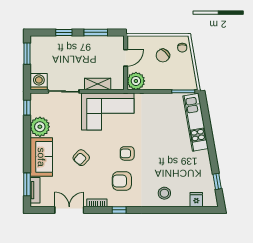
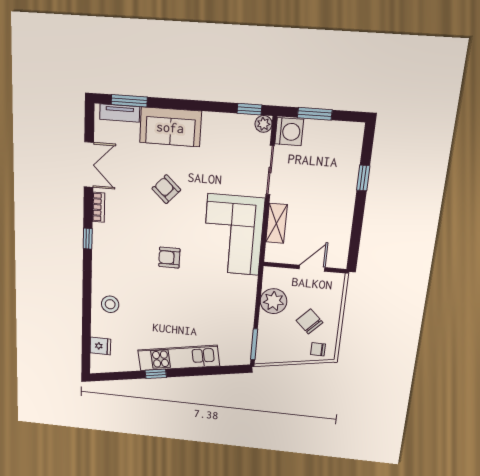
window: (96, 32) -> (357, 227), removed
window: (27, 54) -> (315, 114), moved
door: (126, 58) -> (312, 268), swing flipped
plant: (136, 81) -> (273, 301), moved
kitchen unit: (196, 122) -> (179, 358), moved
plant: (40, 127) -> (264, 124), moved, width x0.53, depth x0.53
armchair: (127, 153) -> (169, 258), turned -90
armchair: (122, 181) -> (129, 246), removed
window: (217, 181) -> (156, 374), moved

